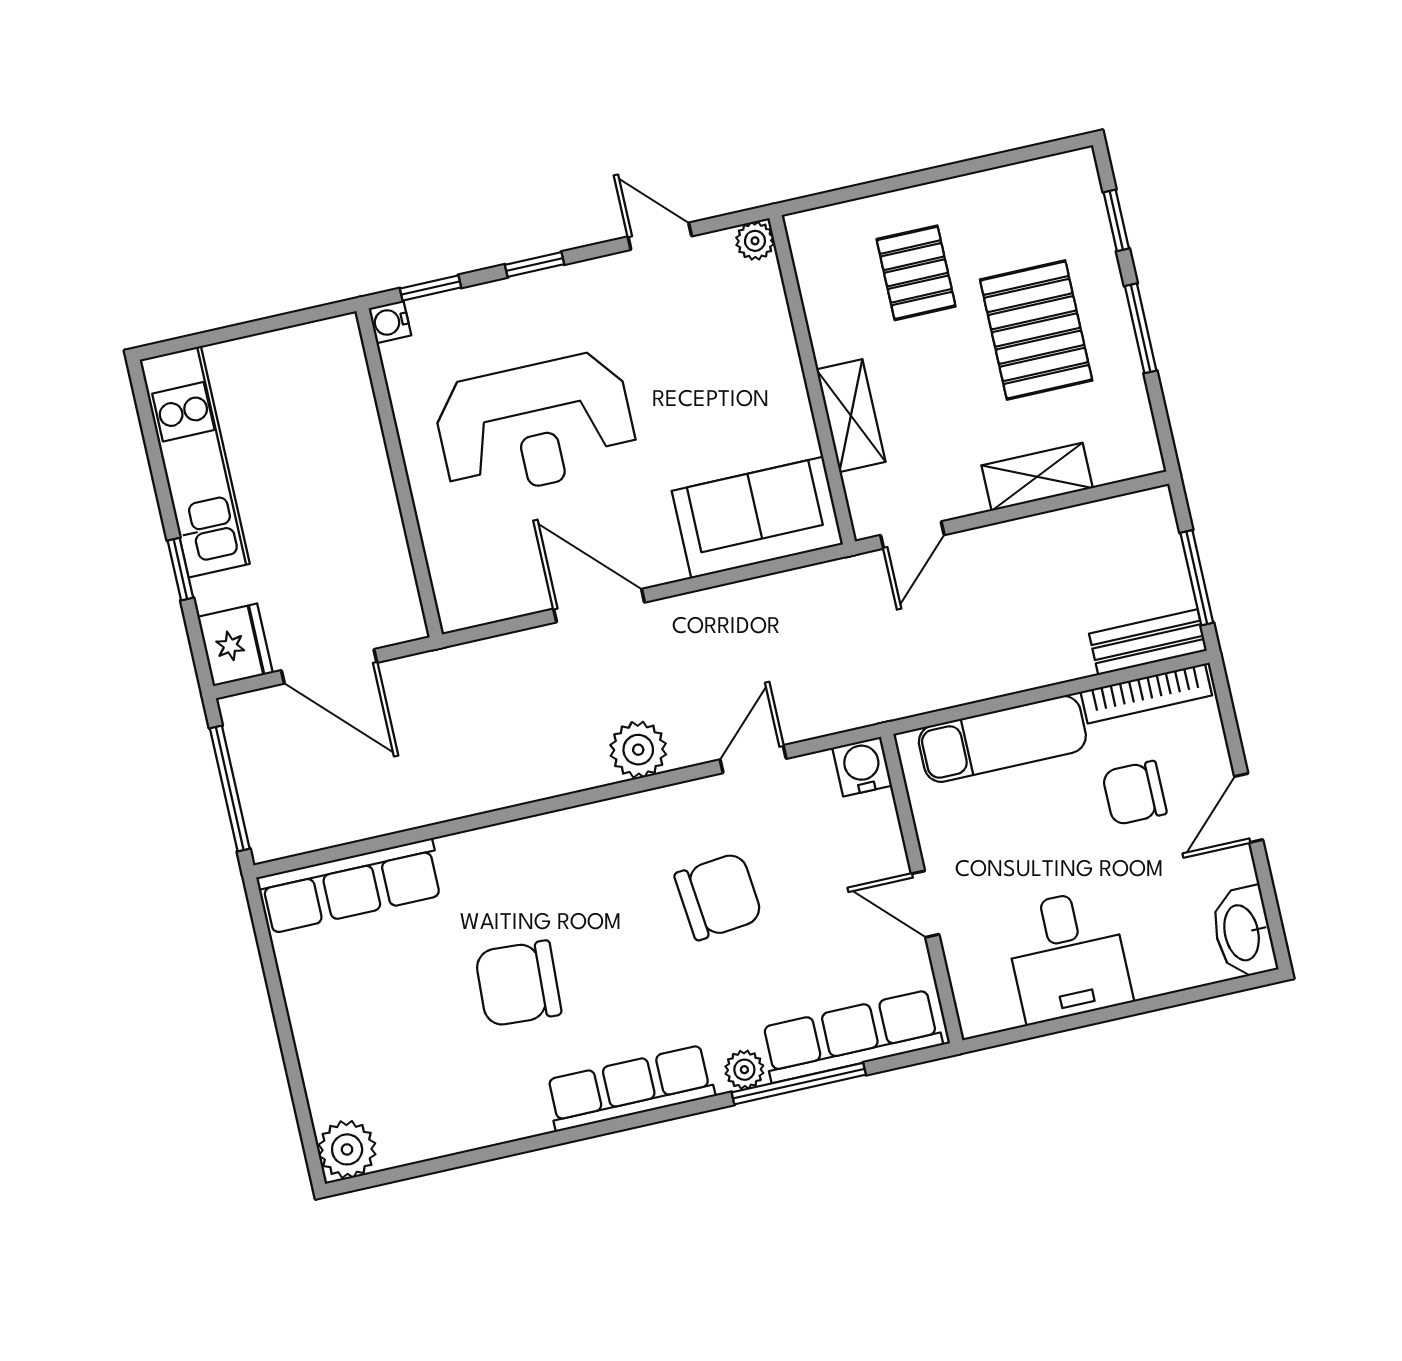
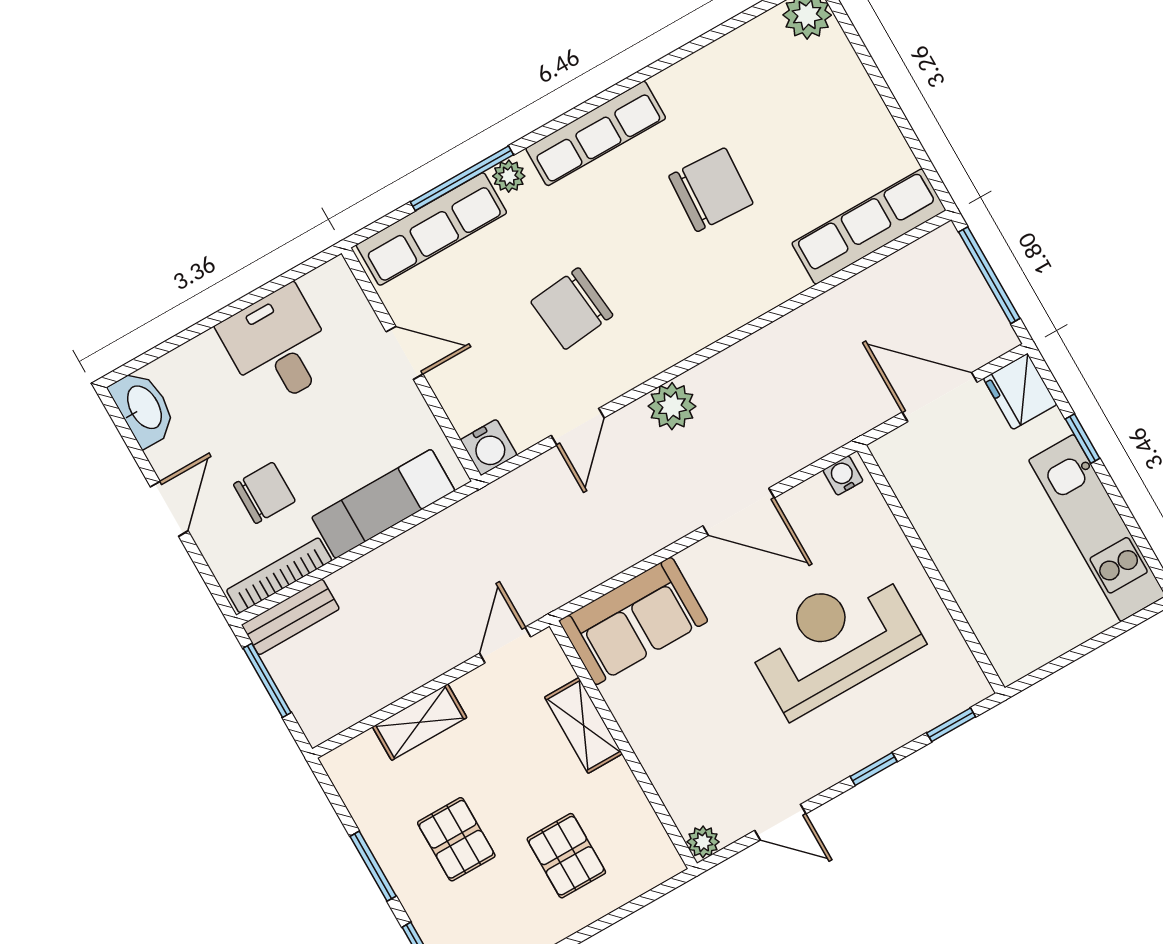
water cooler: (390, 322) -> (843, 475), moved, turned -90
pallet: (1036, 330) -> (456, 839), width x0.67, depth x0.71

